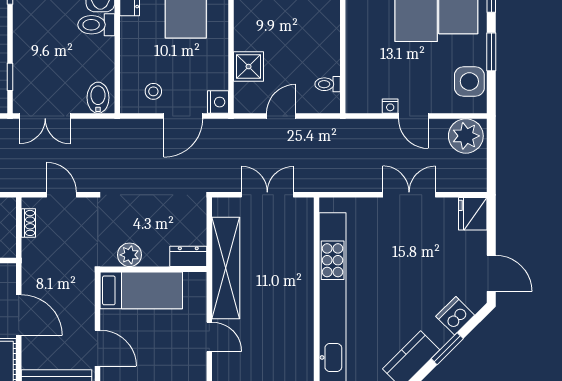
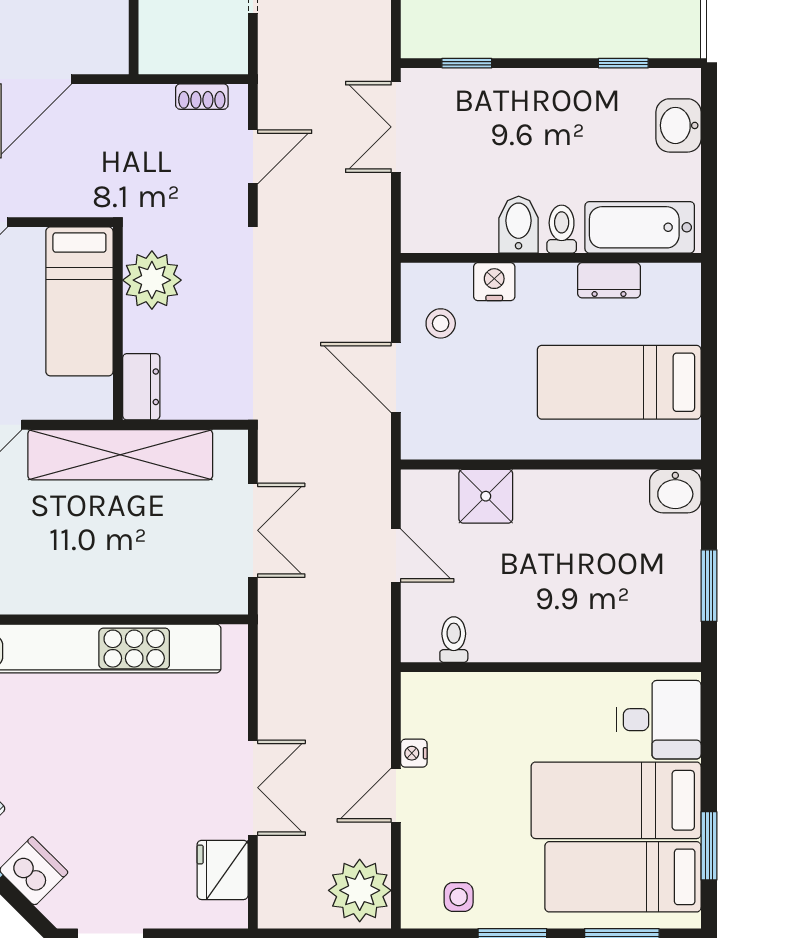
toilet: (96, 25) -> (562, 229), width x0.73, depth x0.72
side table: (469, 81) -> (459, 897), width x0.54, depth x0.54
bidet: (98, 98) -> (519, 225), moved, turned -90
nightstand: (218, 102) -> (494, 282), moved, turned 180
fridge: (473, 214) -> (223, 870), moved, turned -90
plant: (129, 255) -> (152, 280), width x1.36, depth x1.36

